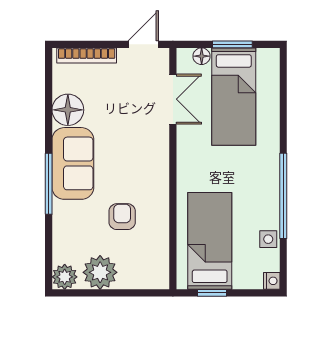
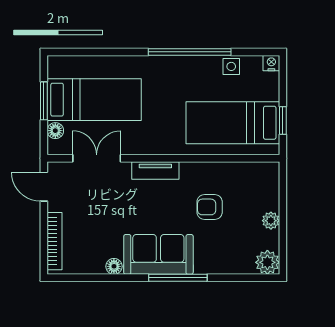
floor lamp: (68, 110) -> (114, 266), width x0.53, depth x0.53
tv unit: (160, 160) -> (155, 171), added
plant: (100, 272) -> (271, 221), width x0.53, depth x0.53

